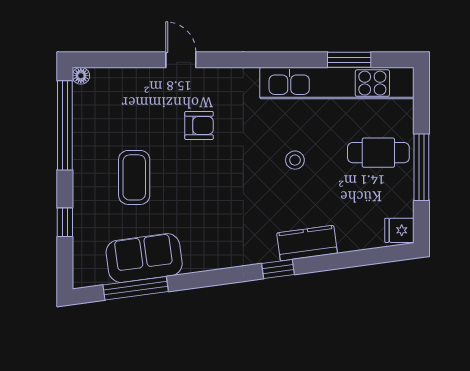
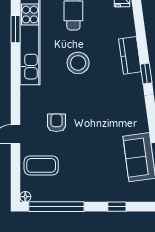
stool: (295, 160) -> (78, 63), width x1.89, depth x1.89
coffee table: (134, 177) -> (41, 165), moved

